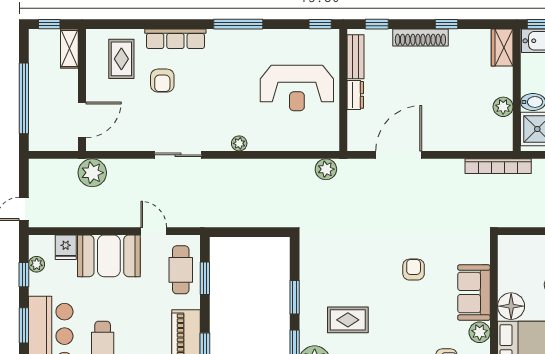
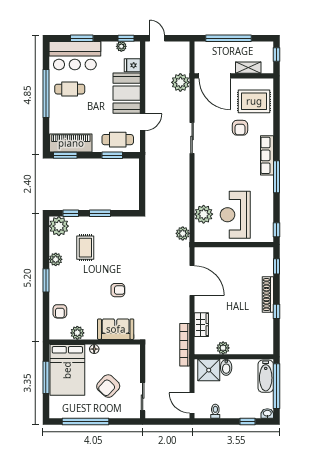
row of seats: (175, 39) -> (267, 155), moved
shelving: (69, 48) -> (248, 68), moved
wardrobe: (502, 48) -> (201, 325), moved, turned 90
bench: (355, 57) -> (255, 253), removed
rug: (121, 59) -> (254, 101), width x1.36, depth x1.43
armchair: (162, 81) -> (240, 128), turned -90
dresser: (355, 95) -> (231, 252), removed
door: (82, 120) -> (215, 76), width x1.36
plant: (239, 143) -> (204, 214), moved, width x1.88, depth x1.88
window: (24, 275) -> (126, 38), moved
sofa: (474, 293) -> (116, 329), moved
floor lamp: (511, 306) -> (94, 349), width x0.53, depth x0.53

